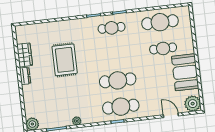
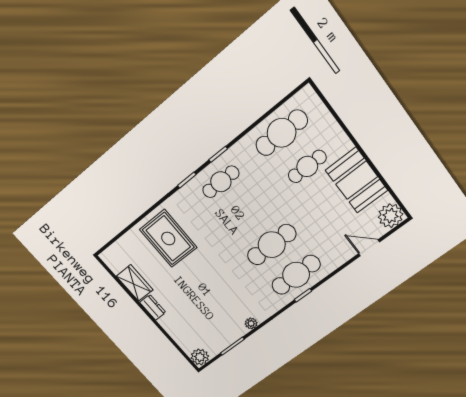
rug: (65, 60) -> (168, 239), moved

